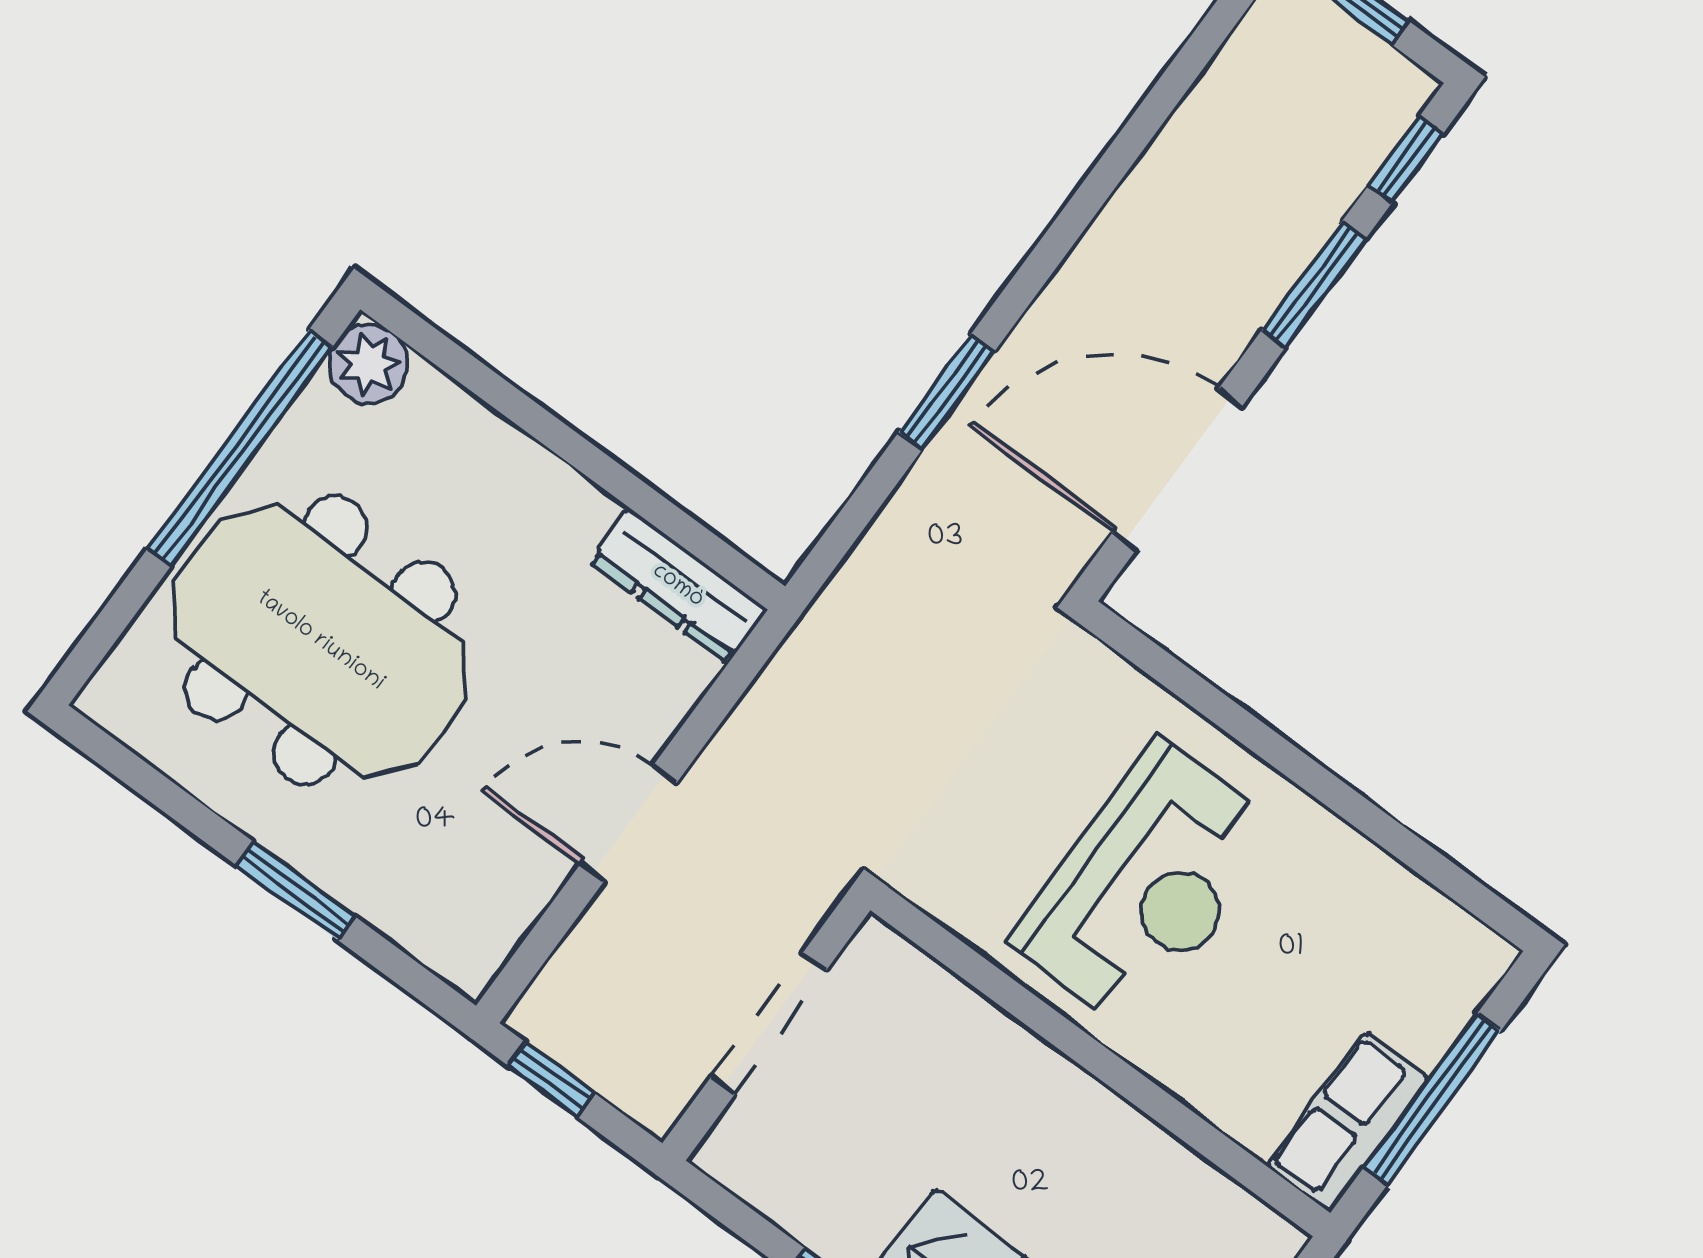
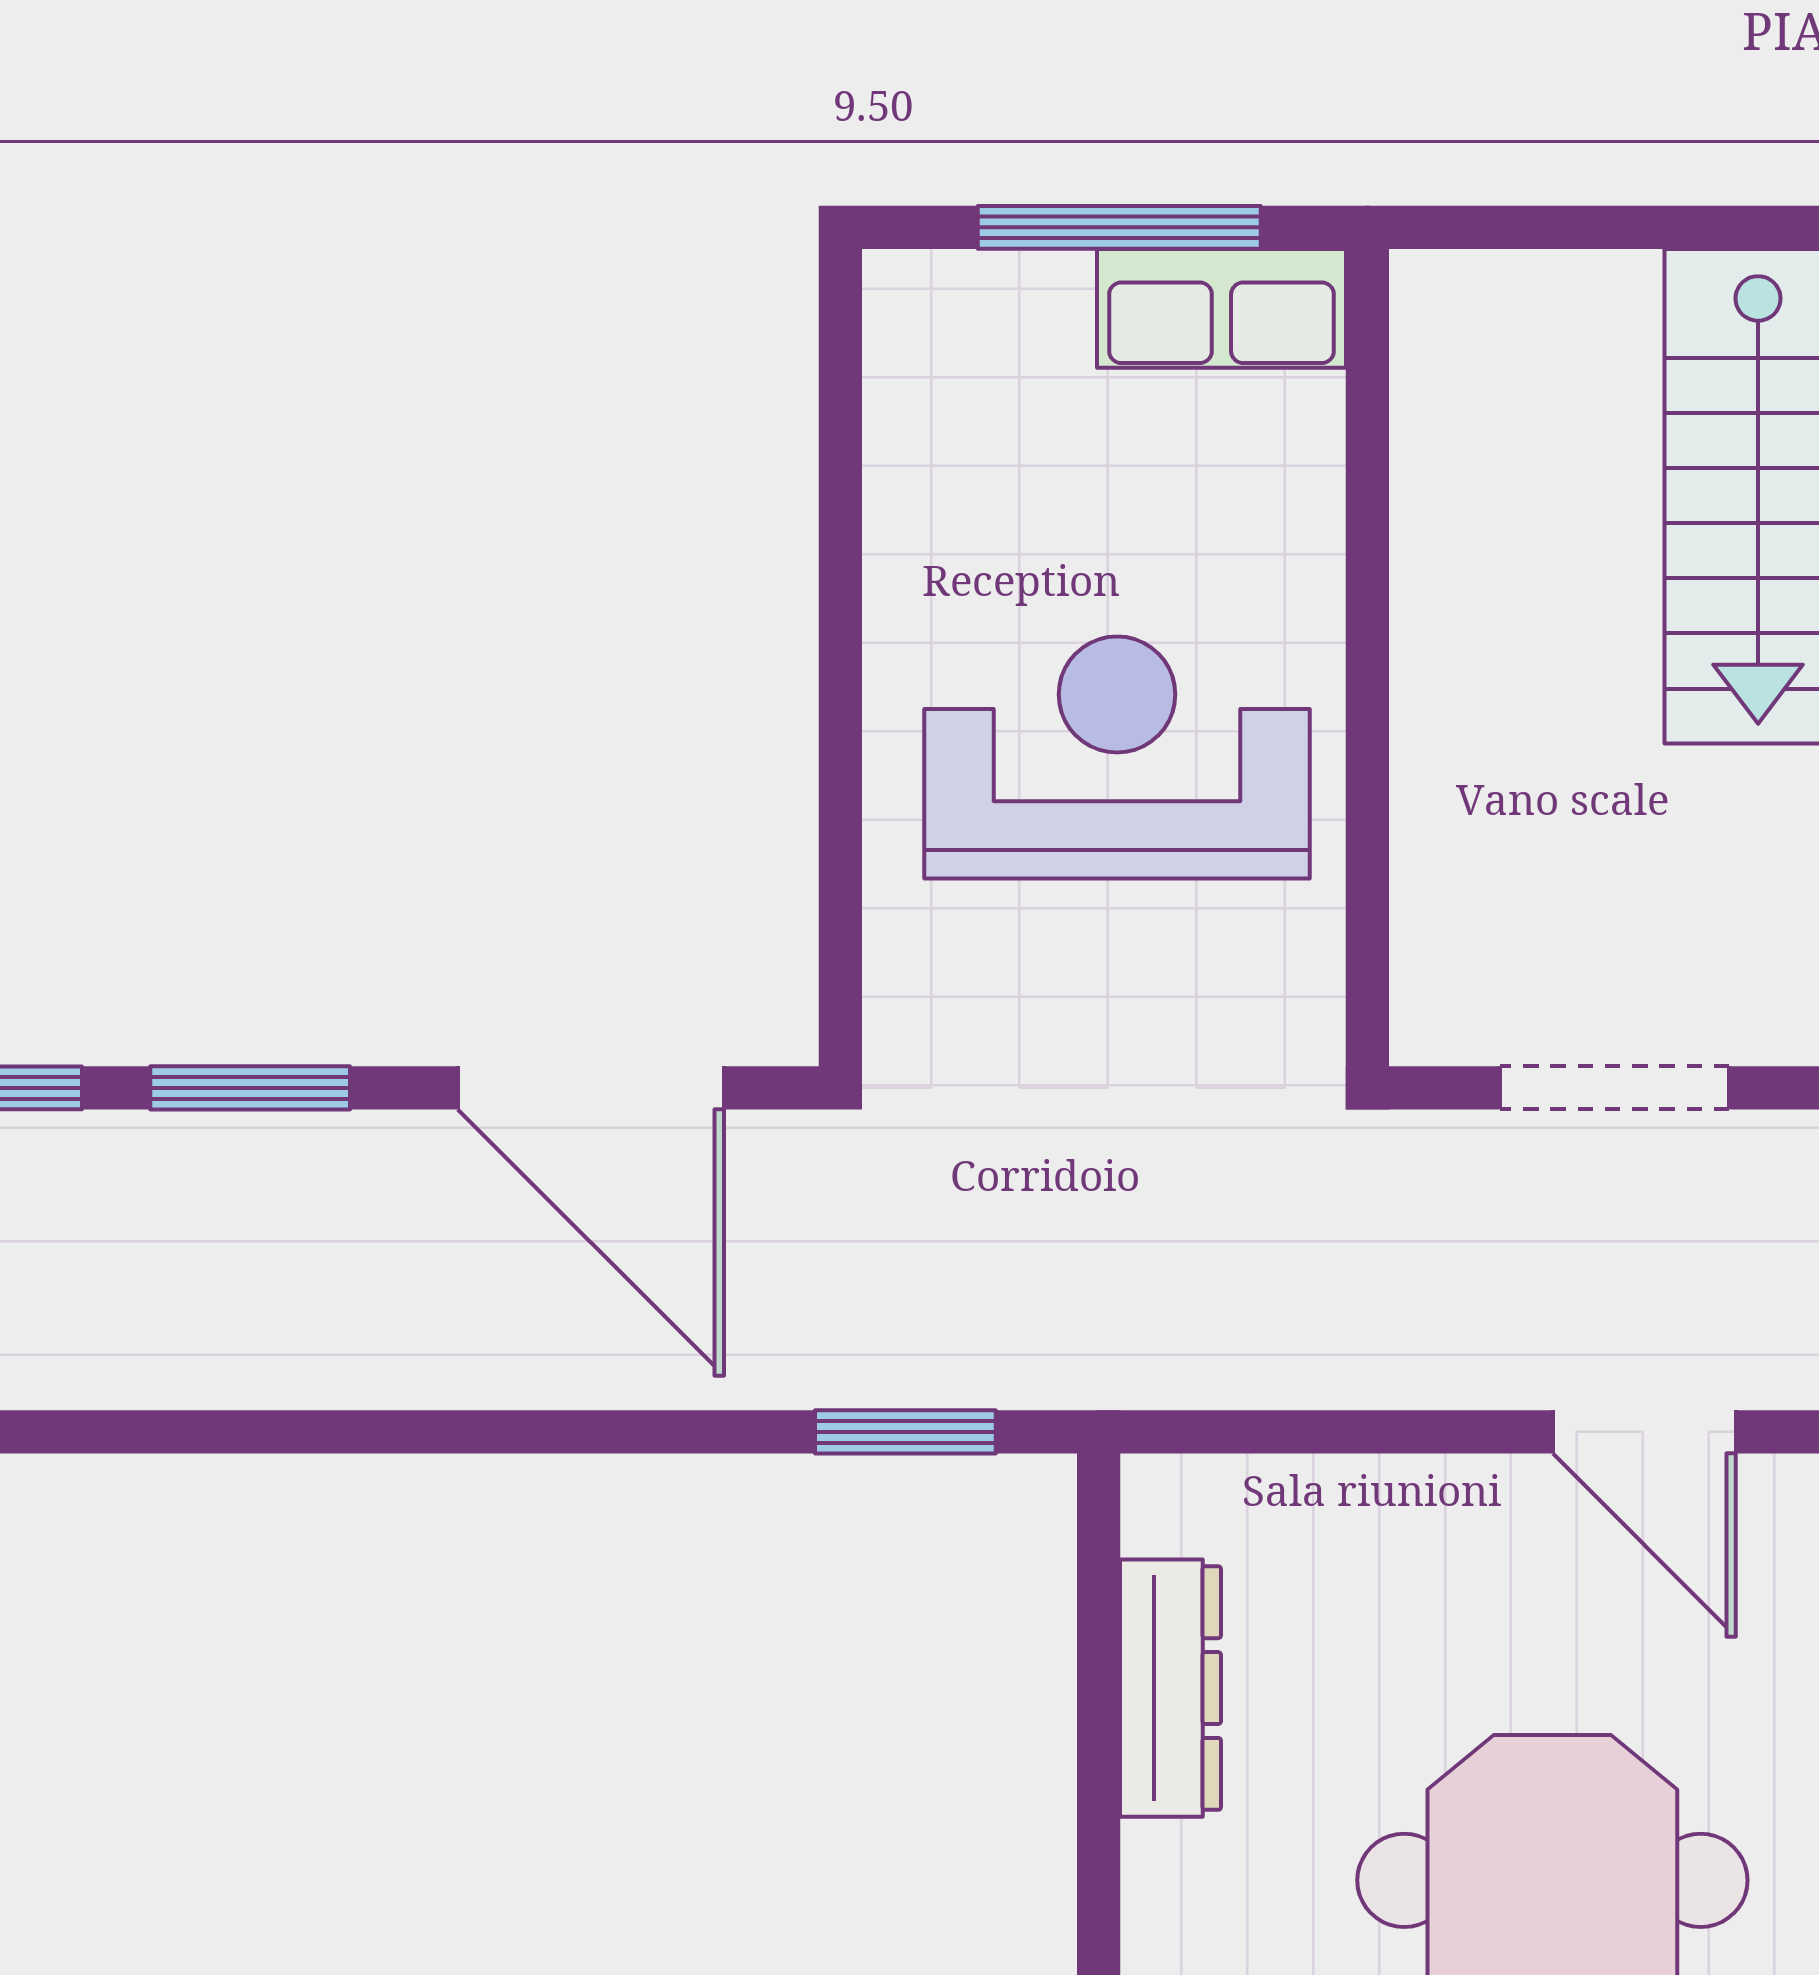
window: (947, 392) -> (905, 1432), moved
dresser: (678, 586) -> (1170, 1688), moved
door: (628, 824) -> (1644, 1432), moved

